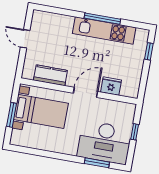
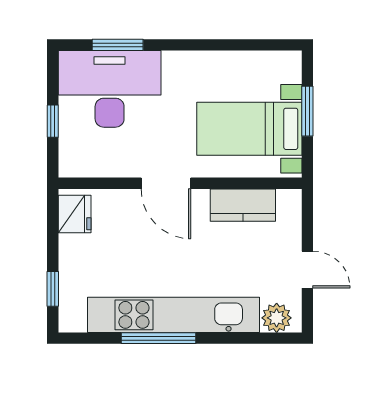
plant: (44, 18) -> (277, 318), added
kitchen unit: (104, 30) -> (174, 315), width x1.36
fridge: (111, 86) -> (75, 214), moved, turned -90
door: (86, 92) -> (166, 183), hinge flipped

